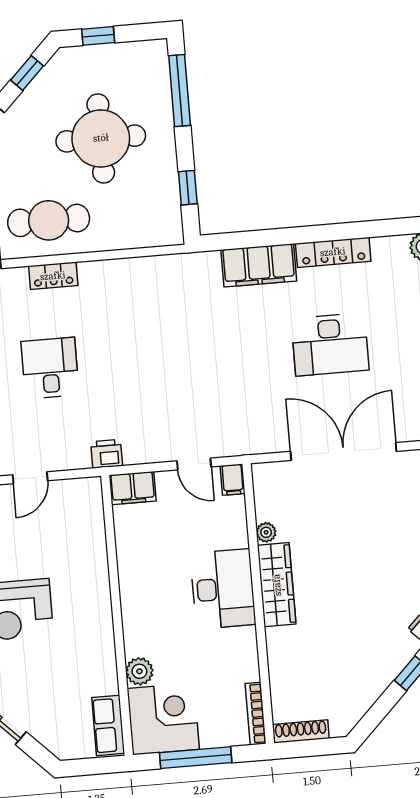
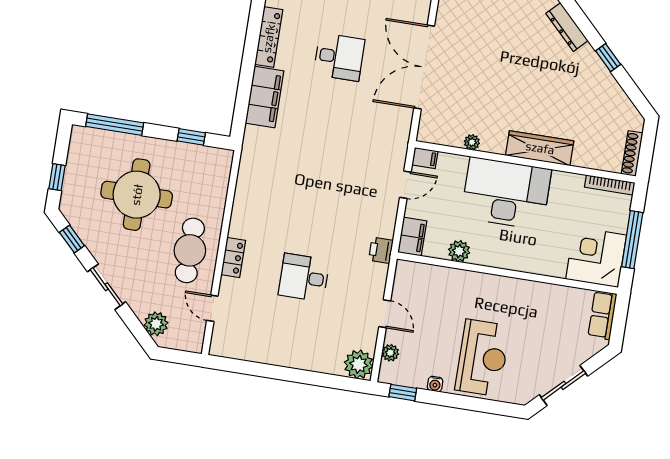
desk: (330, 344) -> (339, 57), width x0.73
wardrobe: (277, 585) -> (540, 148), moved
desk: (223, 589) -> (506, 193), width x1.36, depth x1.30
plant: (139, 671) -> (459, 251), moved
row of seats: (108, 725) -> (602, 315), moved, turned 90

